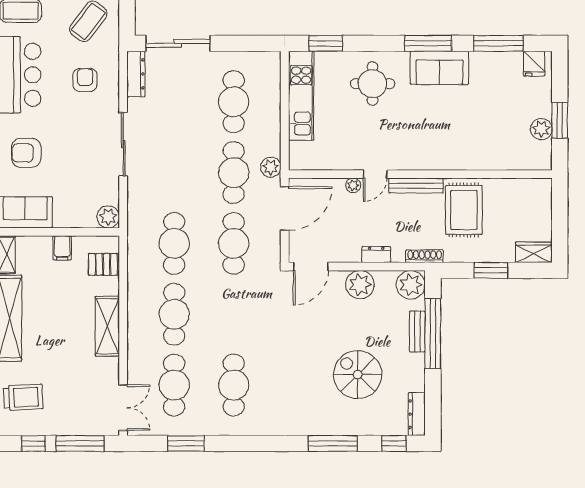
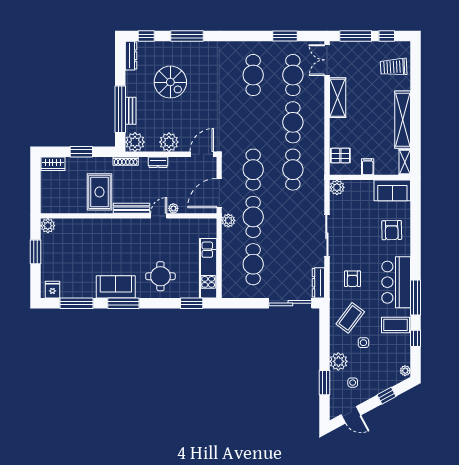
plant: (541, 129) -> (48, 226), moved
armchair: (26, 153) -> (392, 230), turned 89
shelving: (107, 326) -> (338, 98), moved

